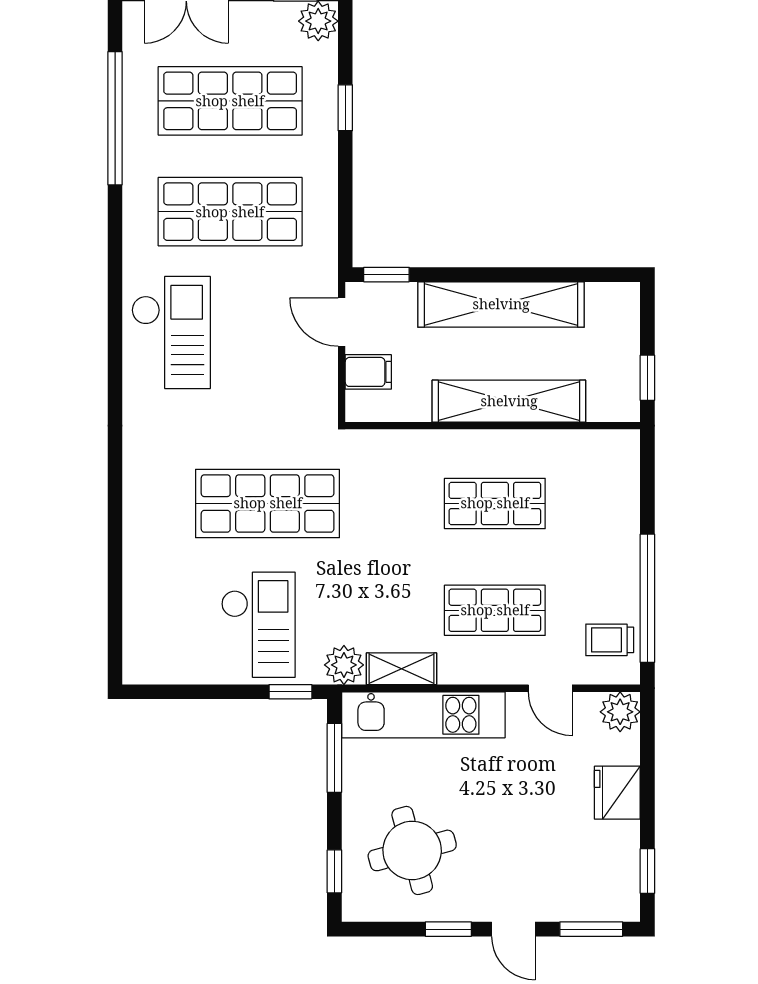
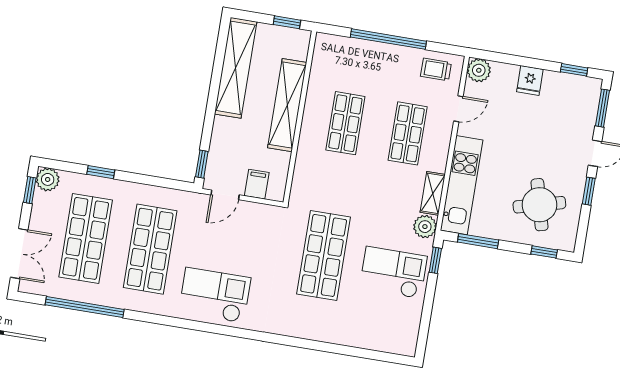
shelving: (501, 304) -> (236, 68), moved
window: (647, 598) -> (388, 39), moved
trolley: (610, 640) -> (436, 69), turned 90
fridge: (617, 793) -> (530, 80), width x0.72

